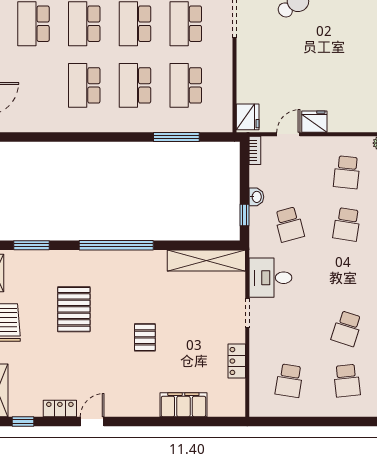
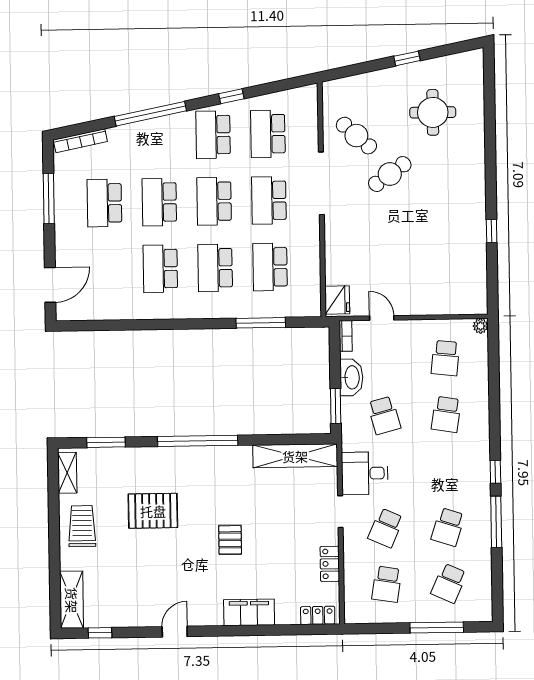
fridge: (314, 122) -> (410, 304), removed
door: (288, 134) -> (382, 318), hinge flipped
washbasin: (256, 197) -> (351, 377), width x1.91, depth x1.45
window: (245, 215) -> (336, 406), width x1.50
pallet: (74, 309) -> (153, 511), turned 90
school desk: (289, 329) -> (386, 528), added
school desk: (347, 381) -> (449, 583), turned 30
filing cabinet: (183, 405) -> (249, 612), moved
locker: (60, 409) -> (318, 615), moved
window: (335, 422) -> (437, 627), added

